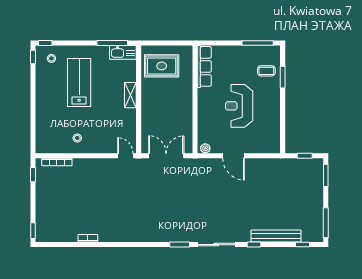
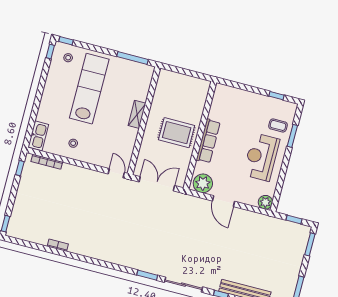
window: (258, 43) -> (276, 96), width x0.46
kitchen sink: (123, 52) -> (38, 136), moved, turned -90
rug: (162, 66) -> (177, 133), moved
row of seats: (204, 66) -> (208, 141), moved
lab bench: (79, 82) -> (89, 89), width x1.36
reception desk: (239, 106) -> (261, 157), moved
plant: (273, 146) -> (265, 202), added
plant: (205, 148) -> (203, 183), width x1.87, depth x1.87

